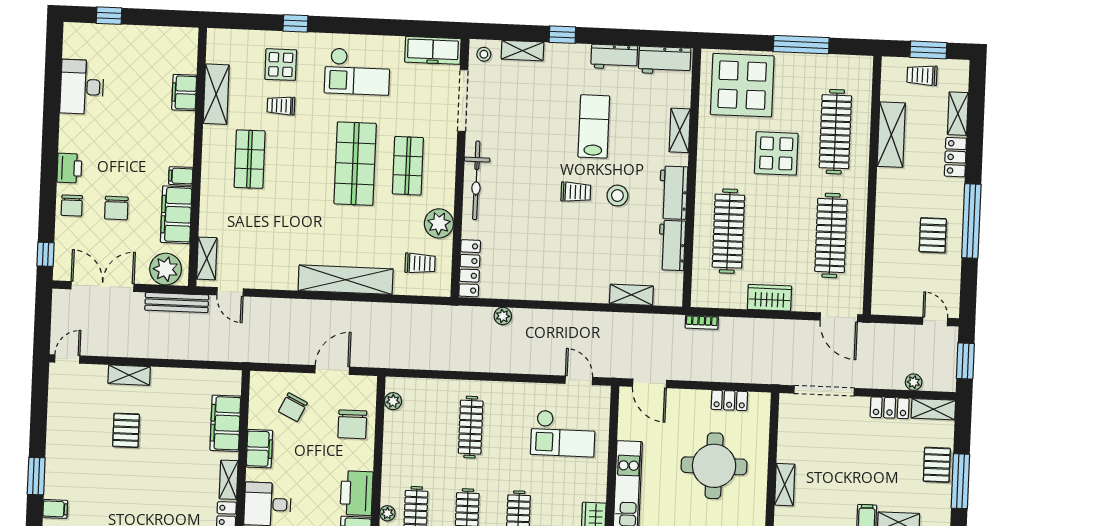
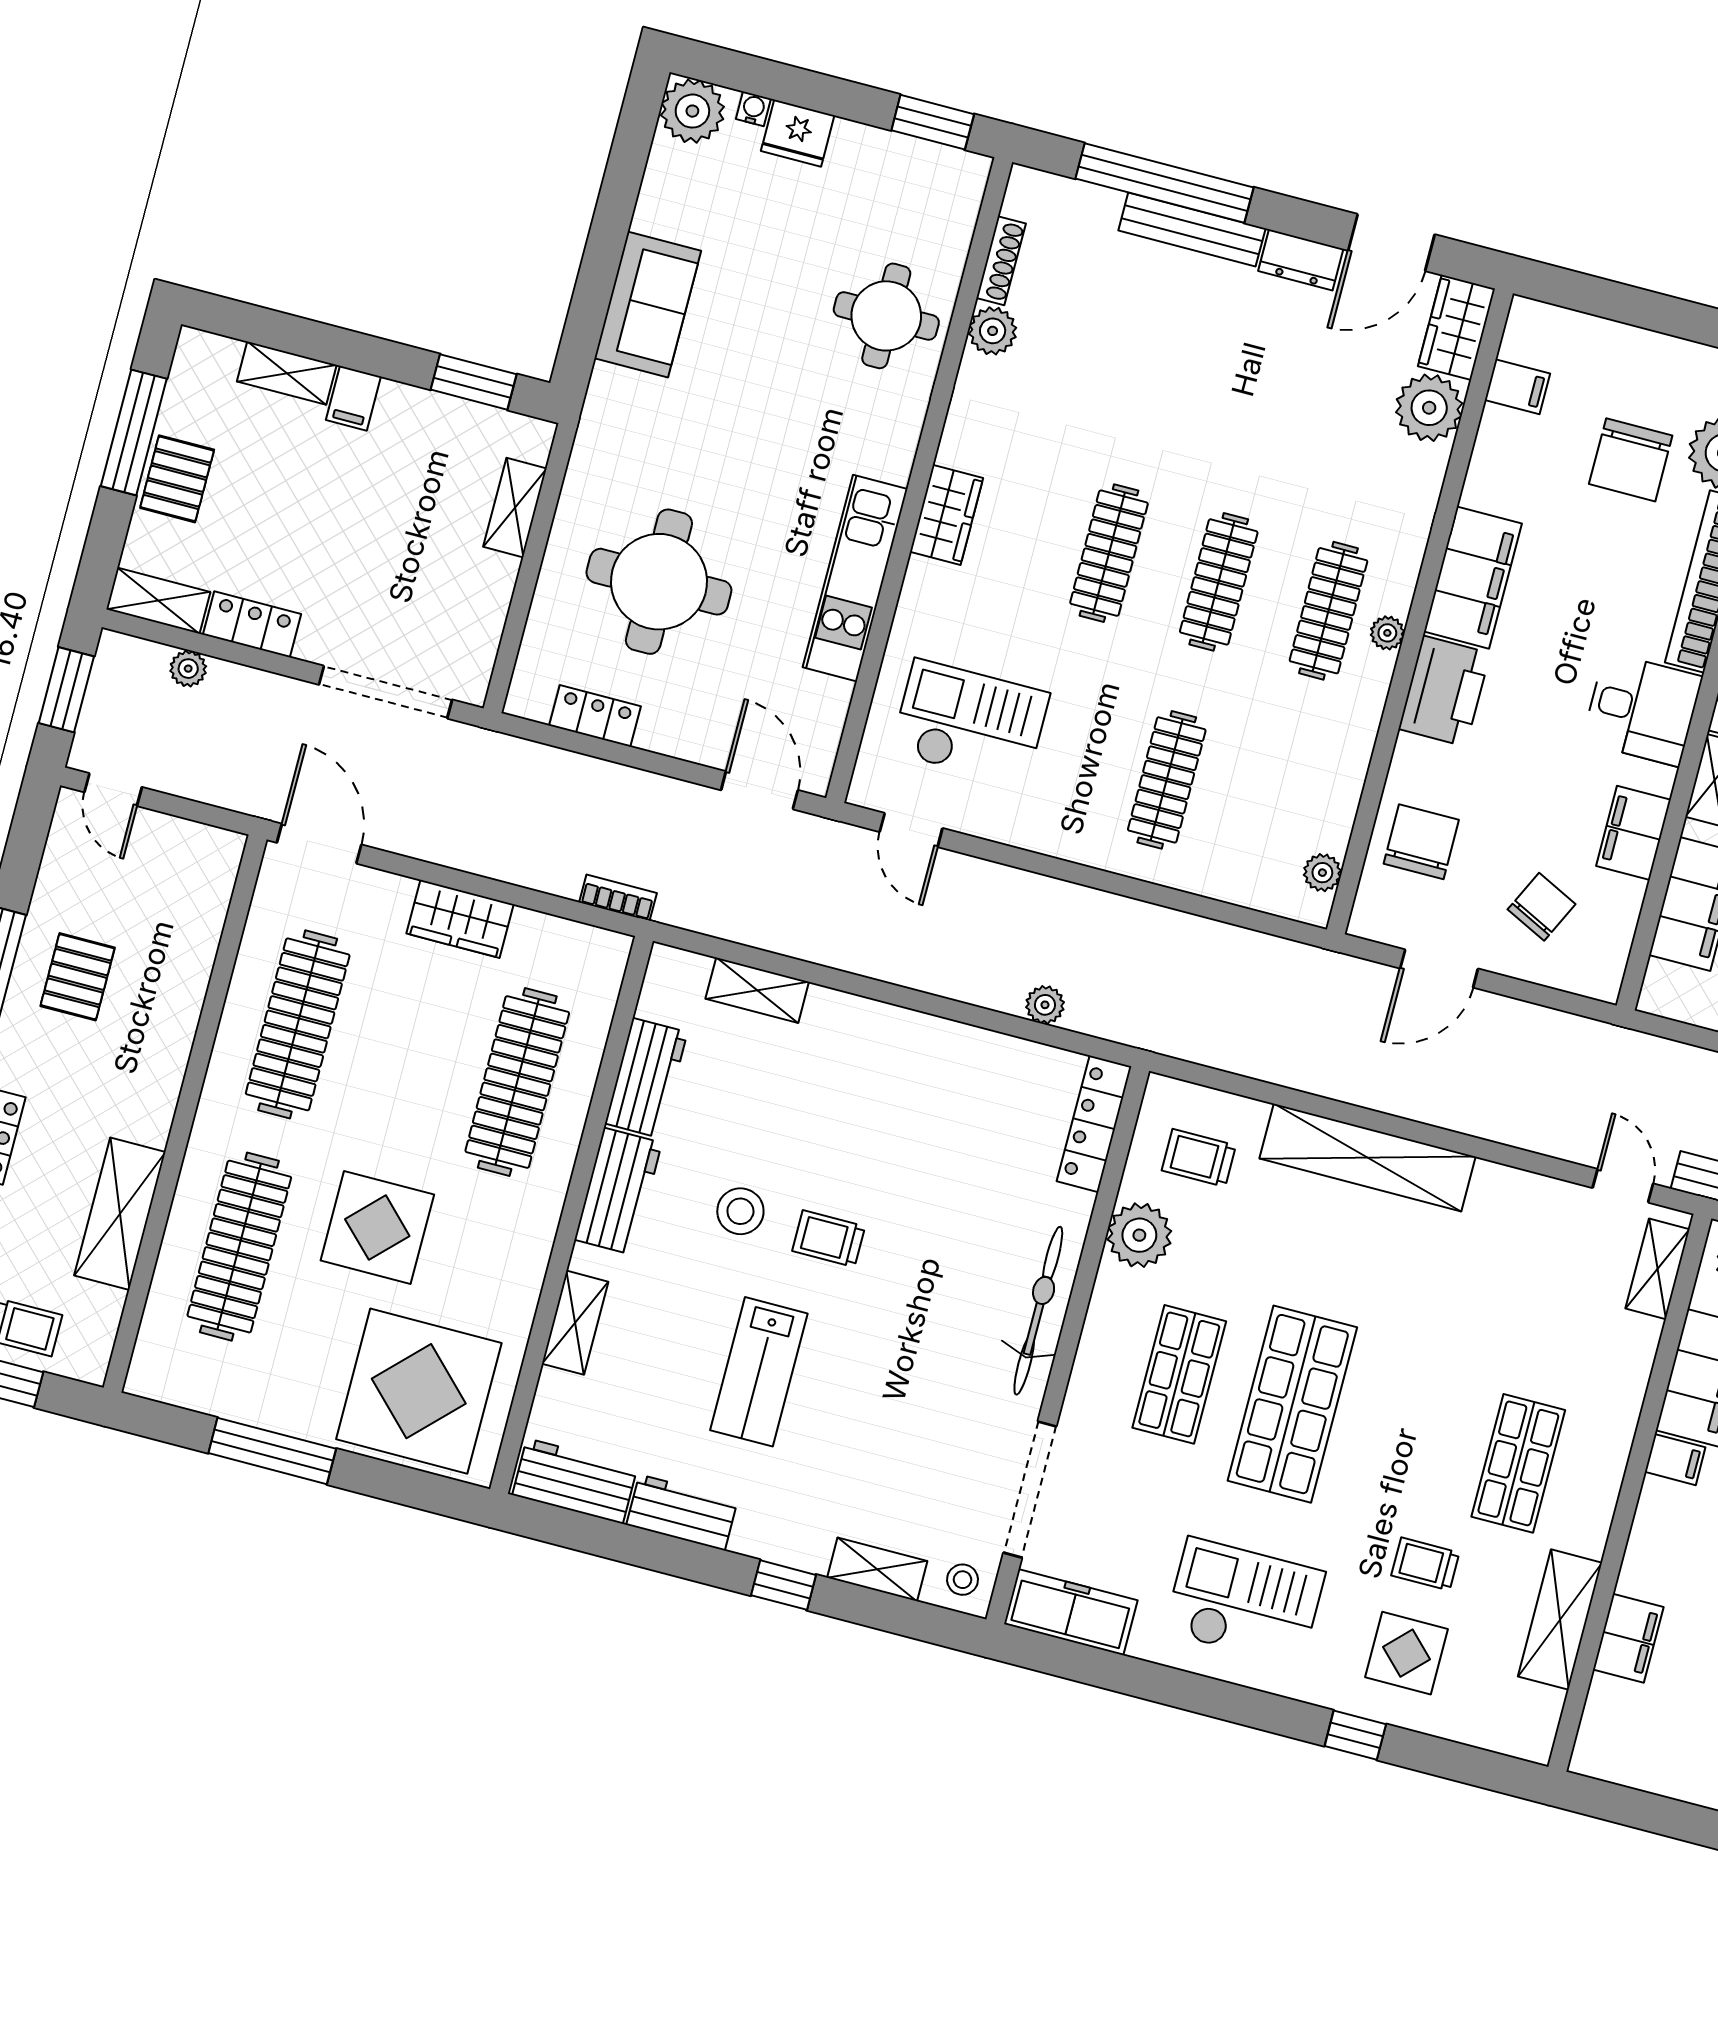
trolley: (281, 106) -> (1425, 1564), turned 180

